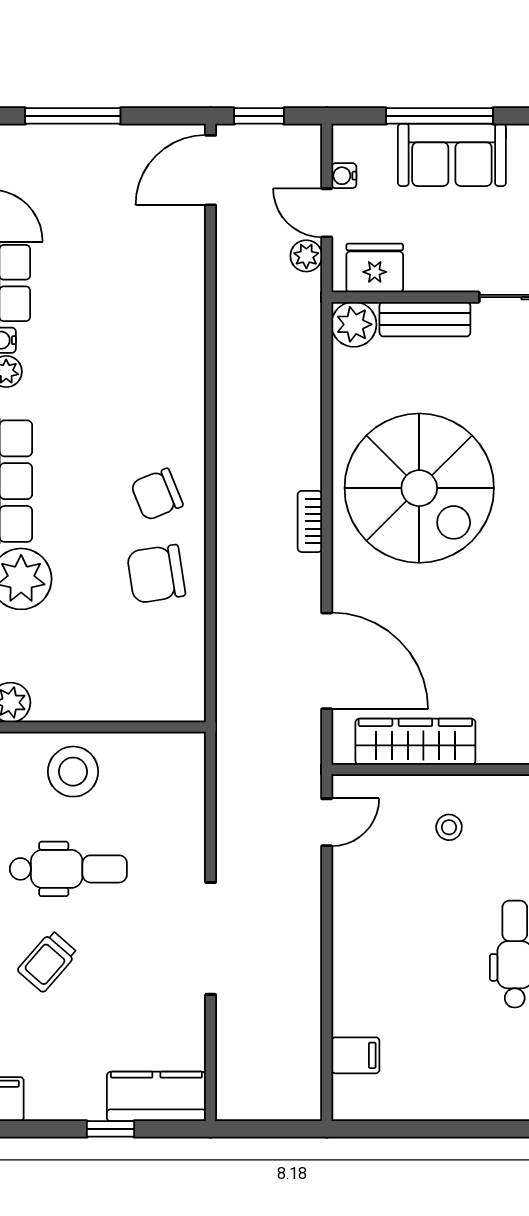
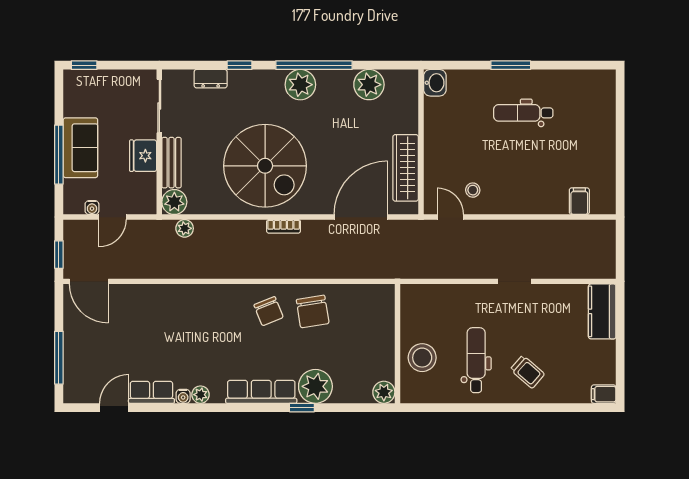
plant: (306, 256) -> (185, 228), moved
fridge: (375, 268) -> (143, 156), moved
spiral stairs: (419, 488) -> (265, 166), turned 90
stool: (449, 827) -> (473, 190), moved
doorway: (211, 938) -> (515, 281), width x0.53
window: (110, 1129) -> (620, 337), removed

